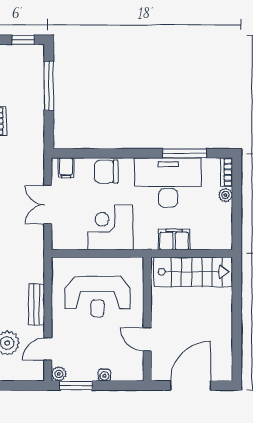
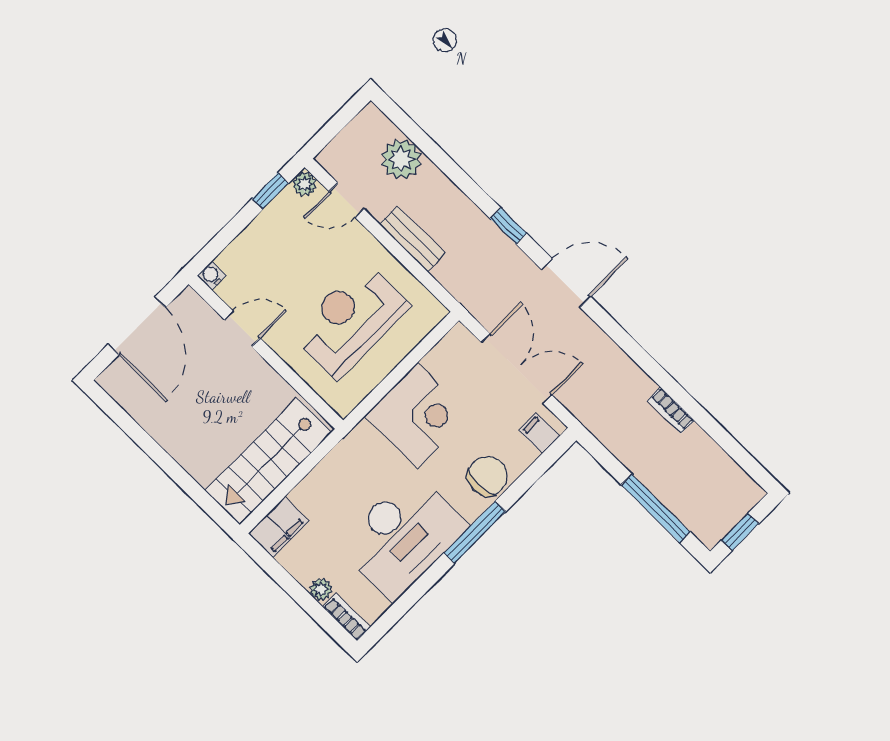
window: (184, 153) -> (475, 532), moved
double door: (48, 205) -> (517, 369), width x1.37
filing cabinet: (174, 240) -> (279, 527), moved
door: (48, 349) -> (346, 200), swing flipped
water cooler: (104, 375) -> (212, 276), moved
window: (76, 386) -> (270, 191), width x0.67

